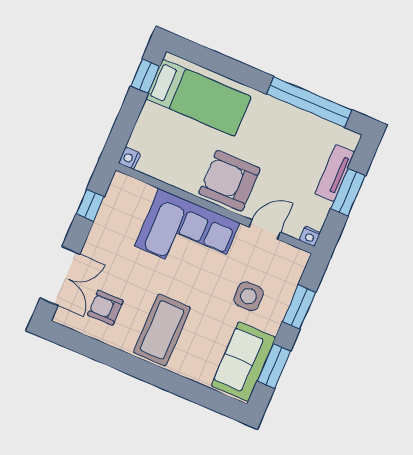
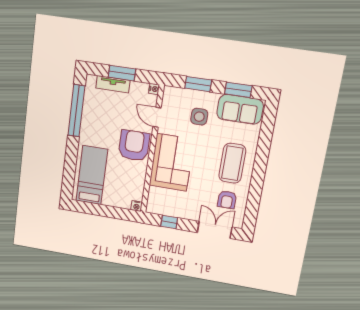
window: (145, 76) -> (88, 208), removed
armchair: (229, 181) -> (134, 146), turned 180
coffee table: (162, 330) -> (232, 163), turned 90

